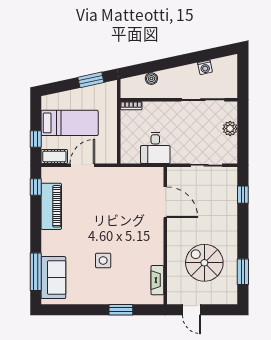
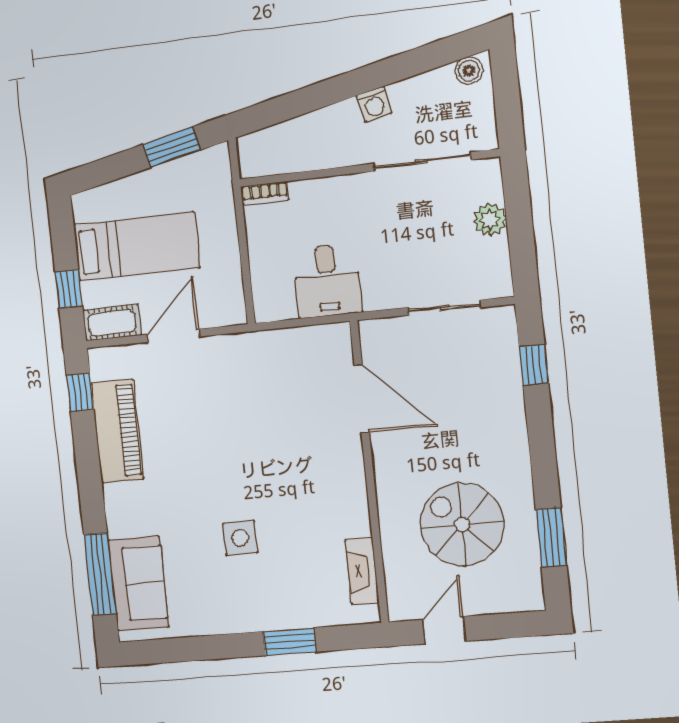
washing machine: (205, 67) -> (374, 104), moved
boiler: (151, 79) -> (469, 70), moved
door: (192, 310) -> (444, 630), swing flipped

